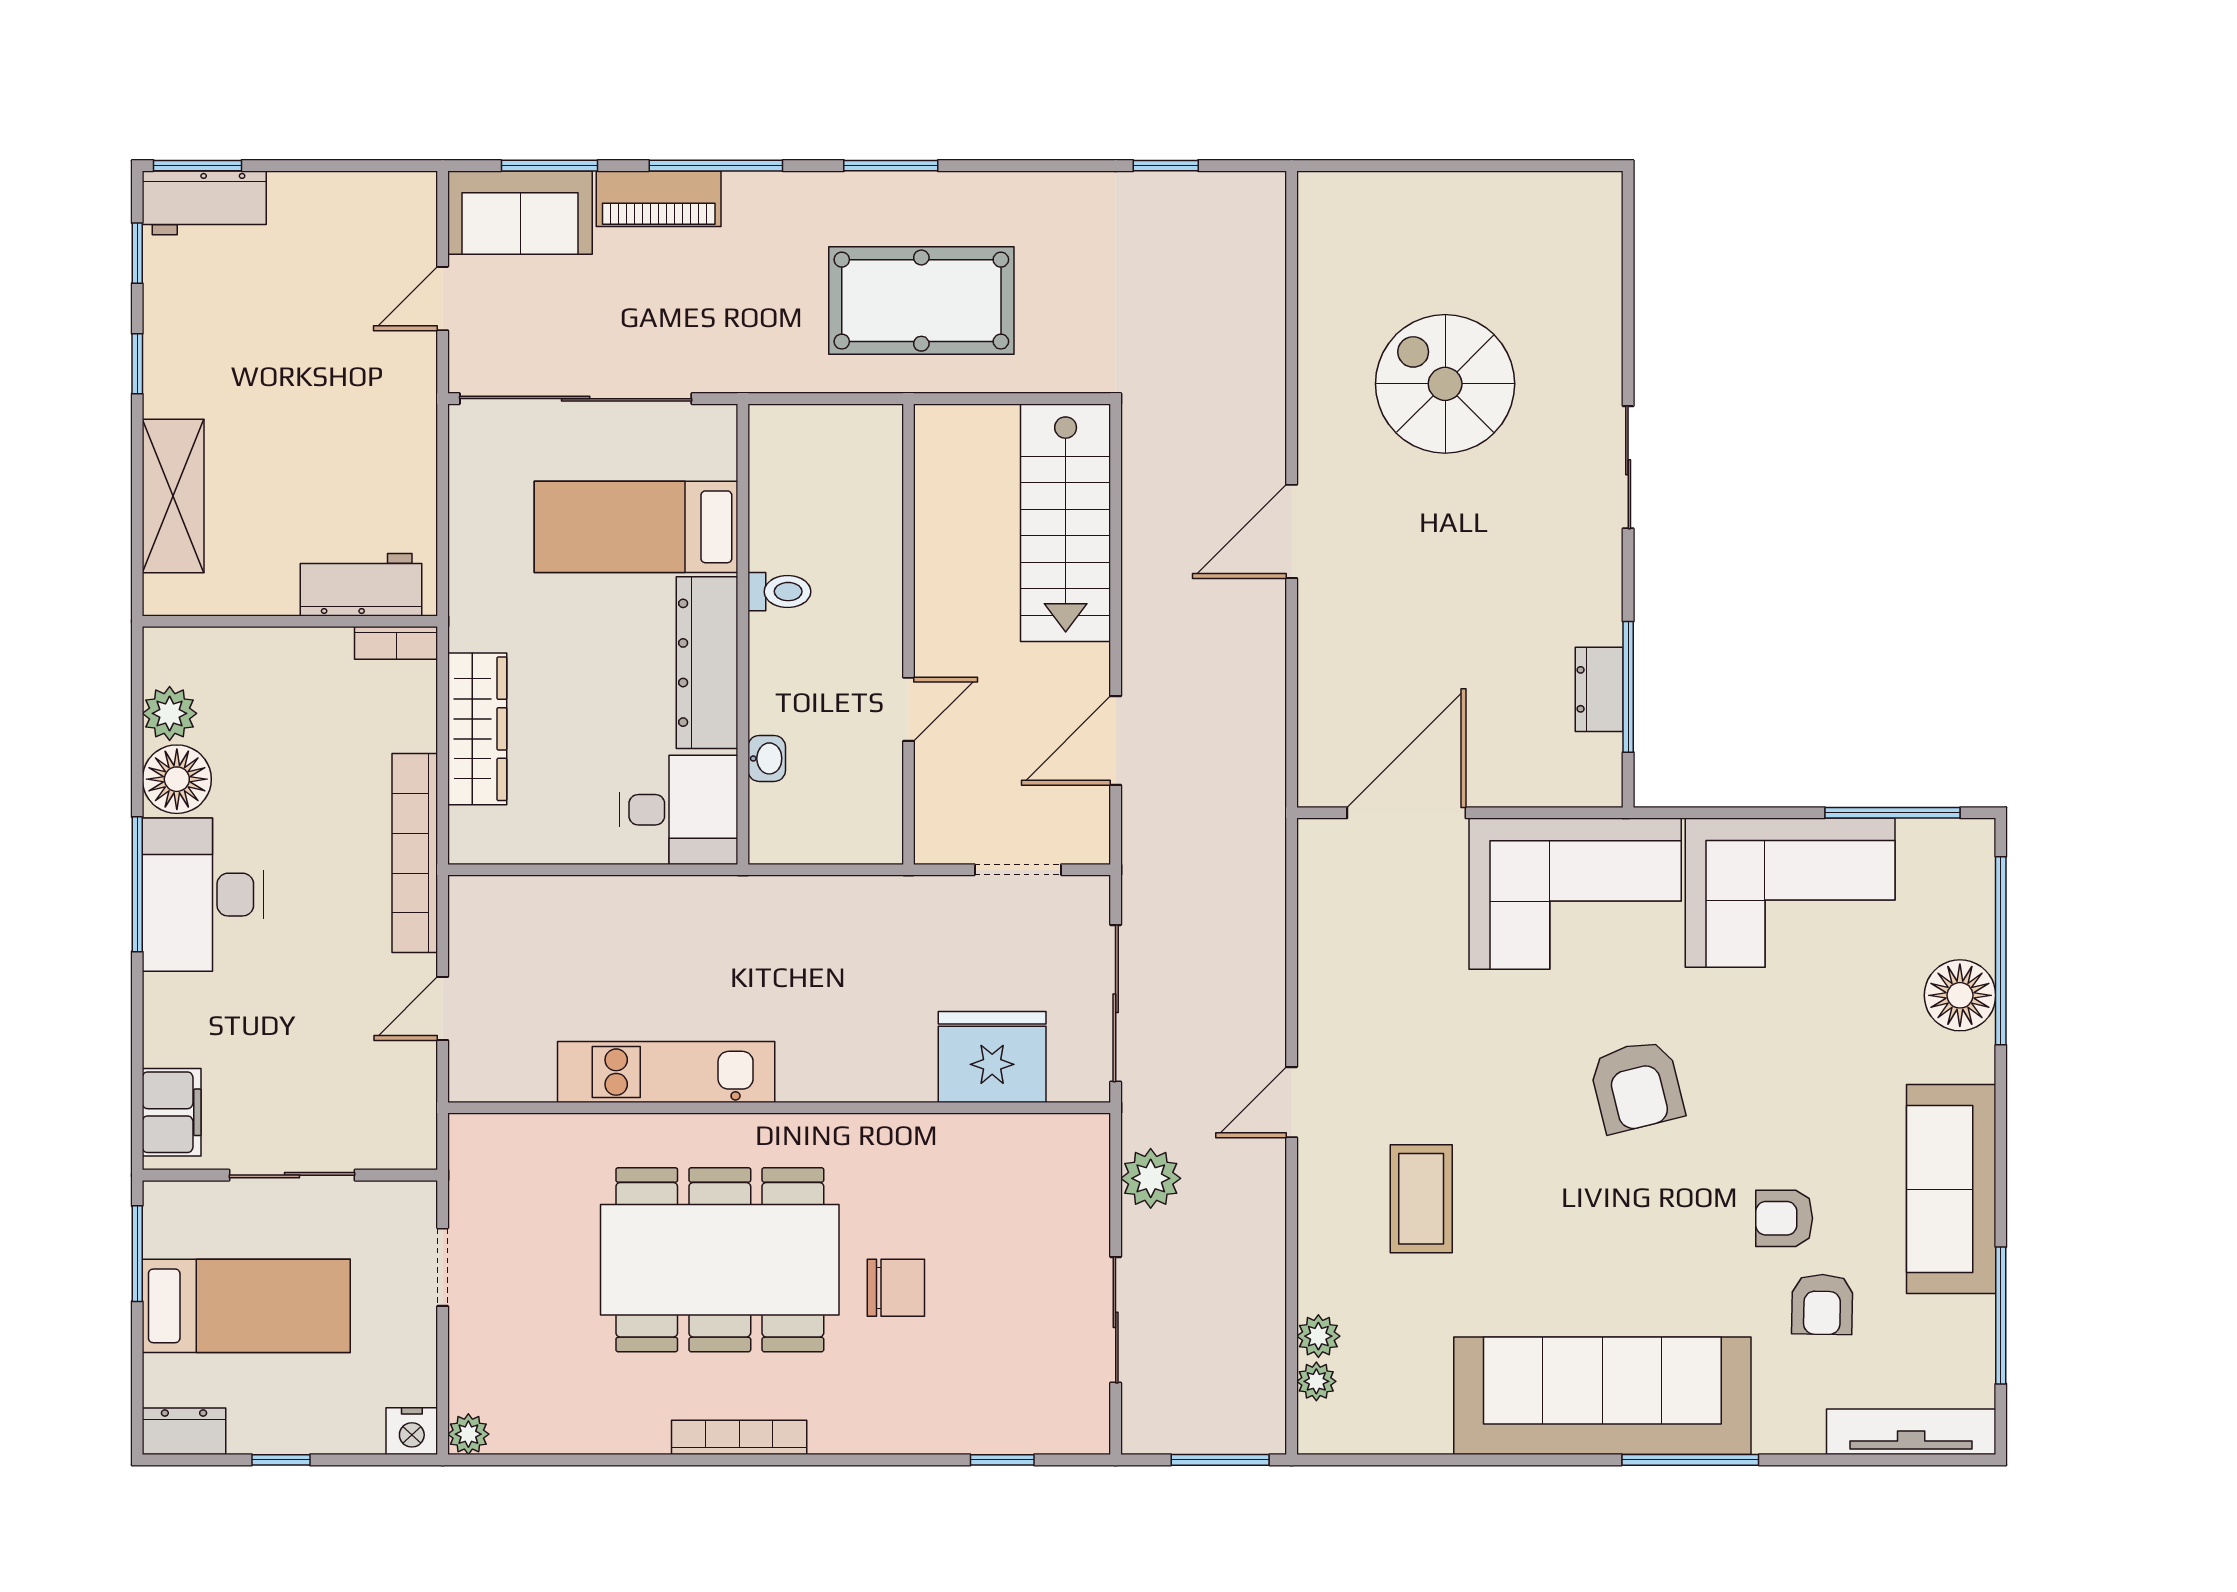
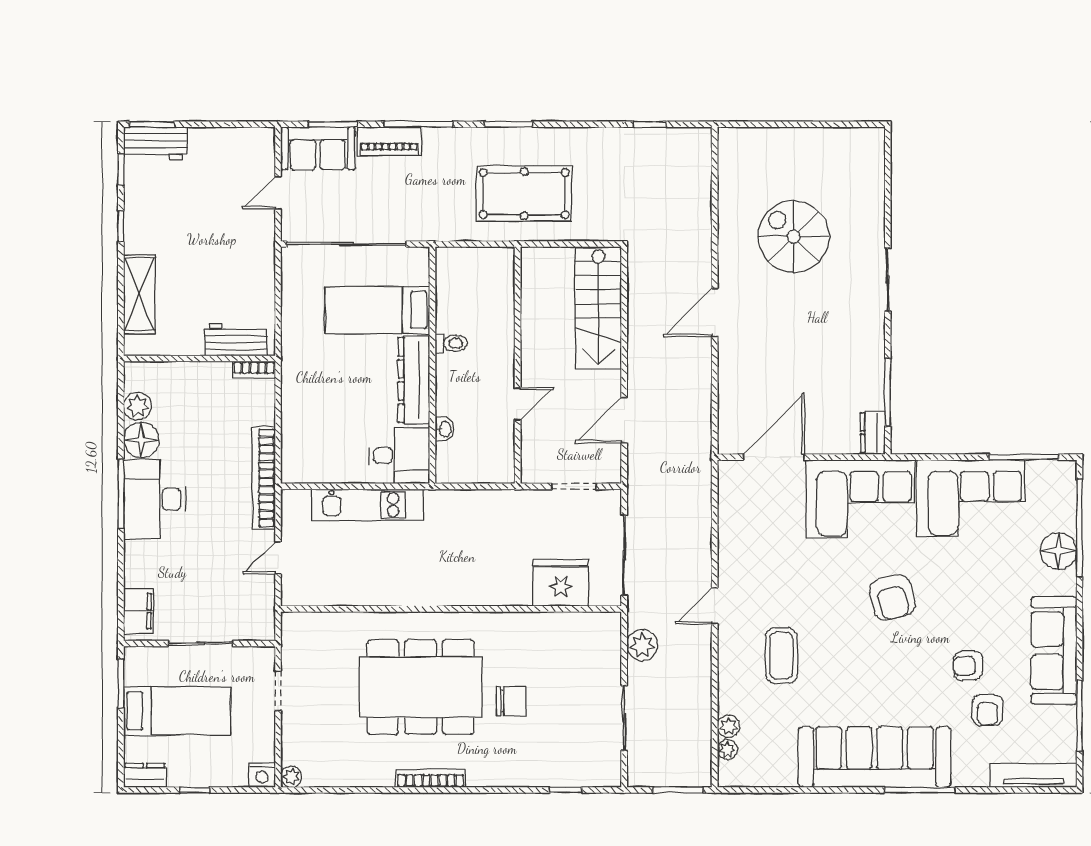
dresser: (1599, 689) -> (873, 433), moved
wardrobe: (477, 729) -> (296, 414), removed
kitchen unit: (666, 1072) -> (367, 505), moved, turned 180

